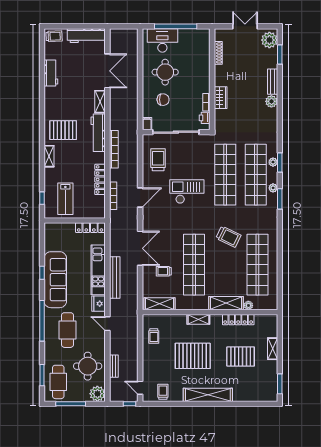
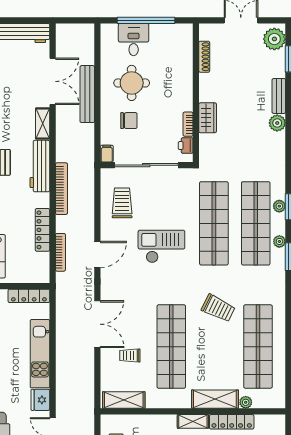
desk: (162, 40) -> (134, 40), width x0.73
bench: (115, 277) -> (87, 94), moved
shelving: (198, 319) -> (193, 421), moved

